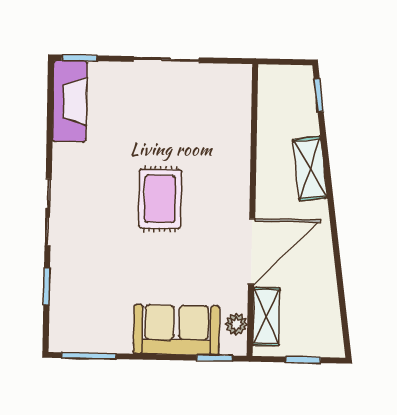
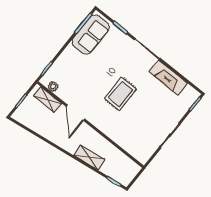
fireplace: (70, 101) -> (168, 78), moved
rug: (160, 199) -> (121, 94), turned 90
door: (252, 251) -> (75, 113), width x0.73
sofa: (176, 330) -> (91, 35), moved

